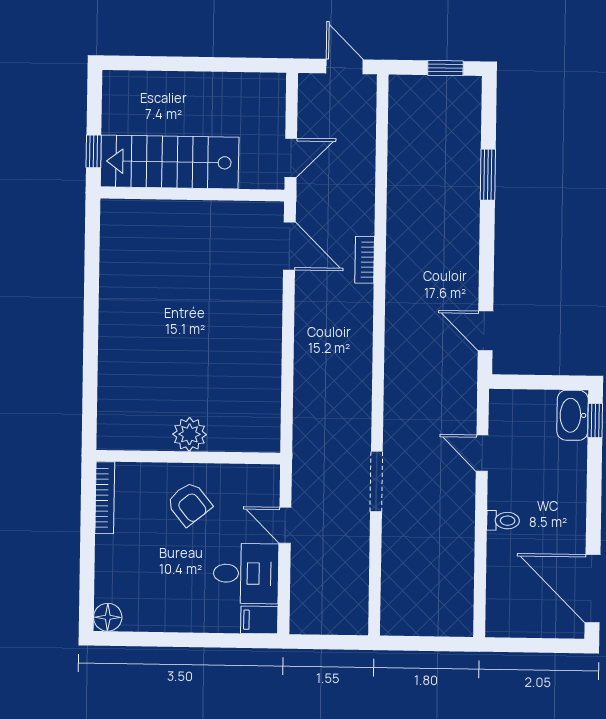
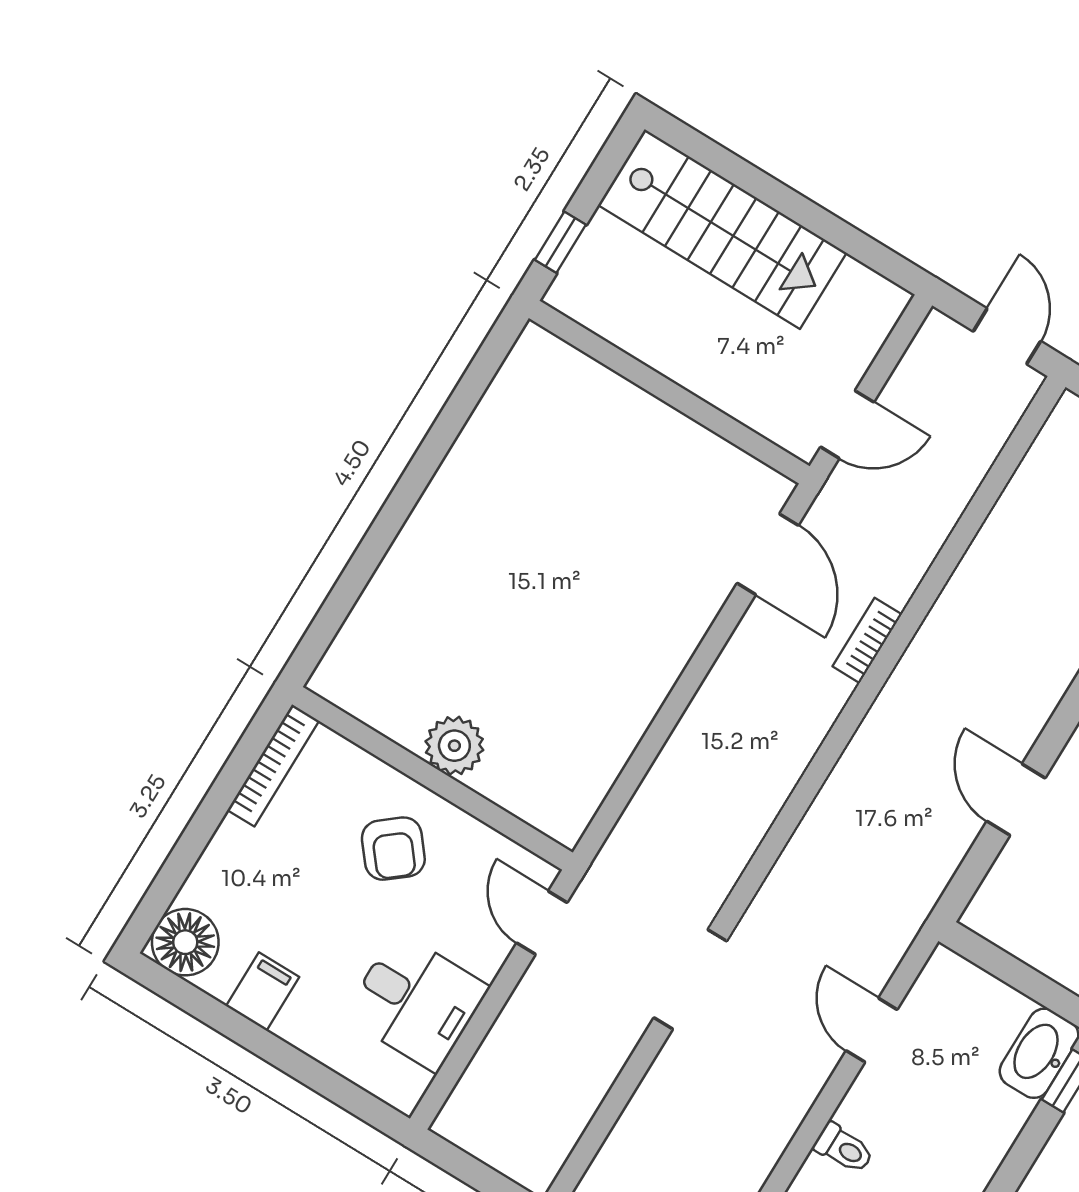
stairs: (170, 162) -> (722, 229), moved, turned 180
door: (485, 331) -> (1016, 800), moved
door: (285, 525) -> (542, 923), moved
floor lamp: (108, 617) -> (185, 942), width x1.38, depth x1.38
filing cabinet: (259, 620) -> (263, 991), moved, turned 90

